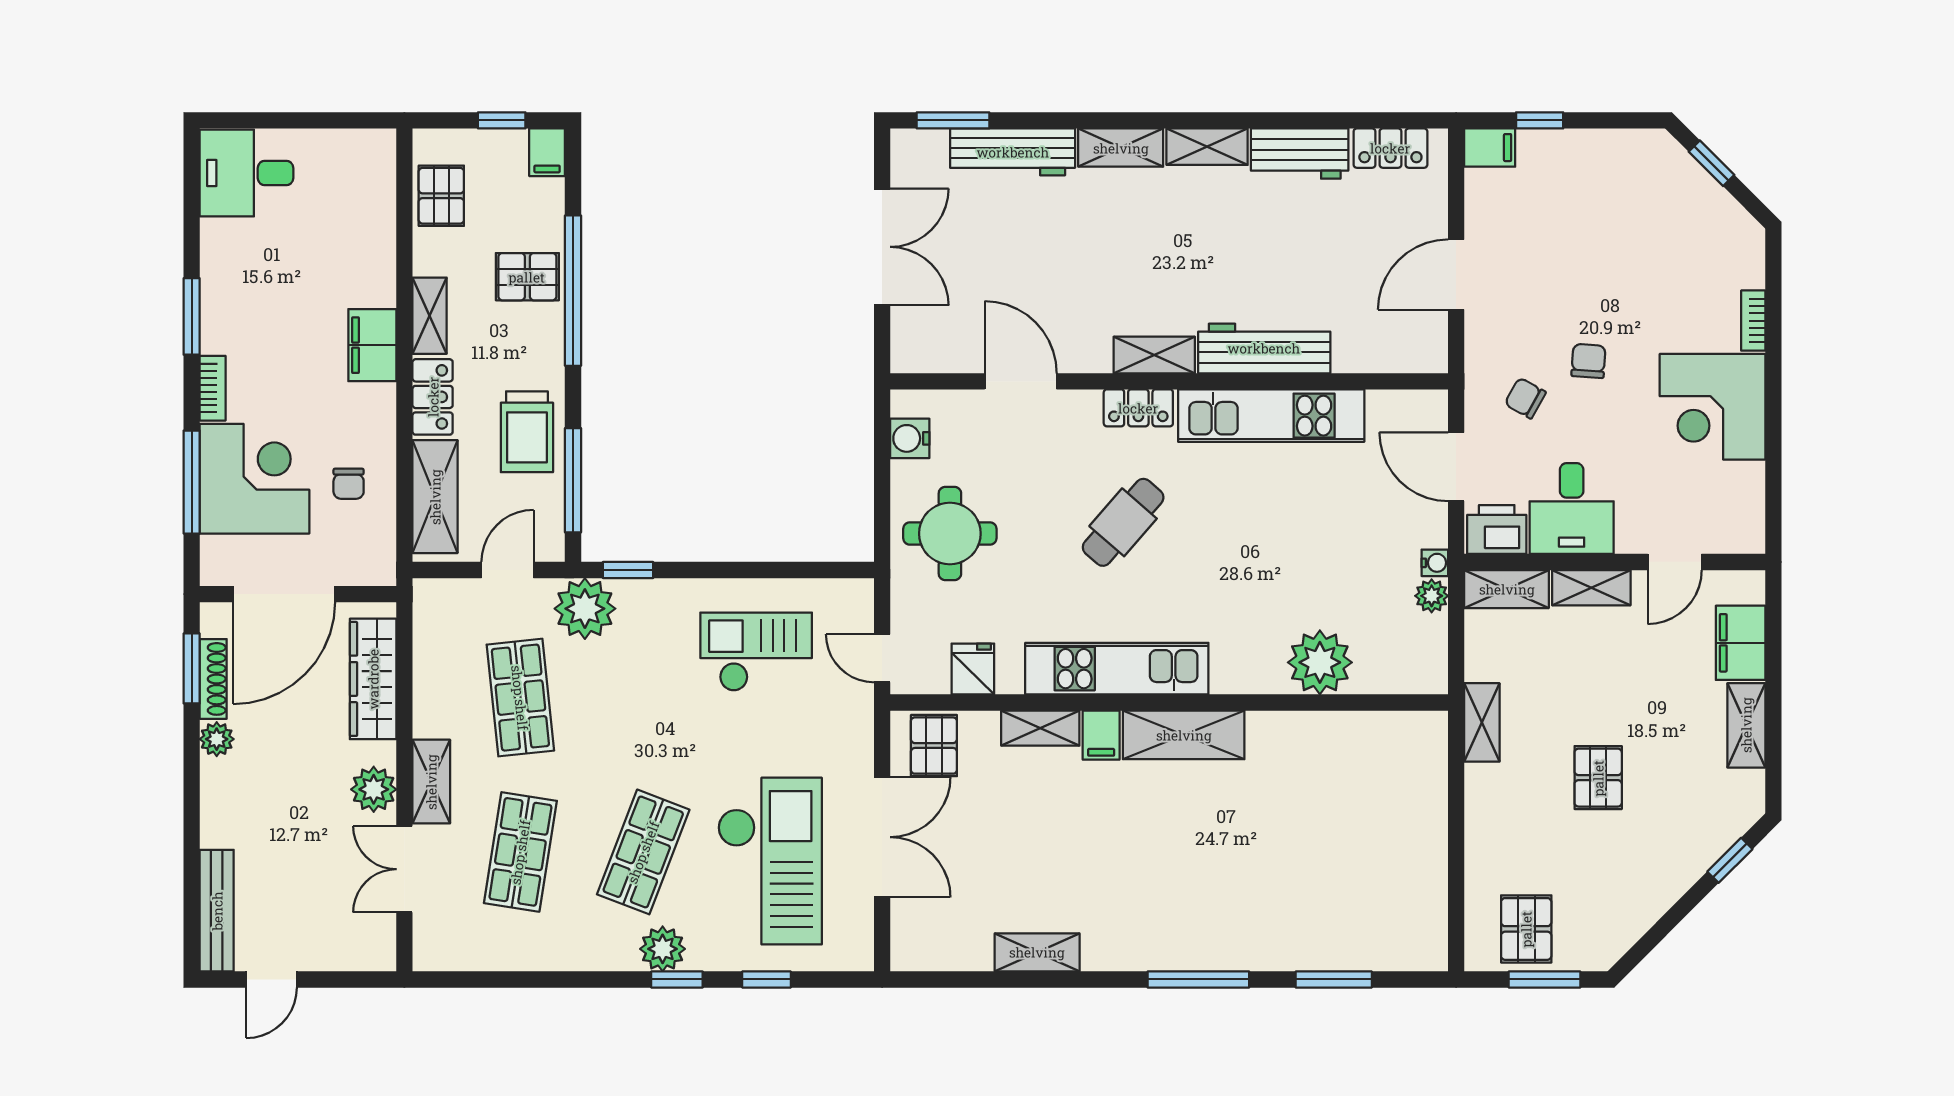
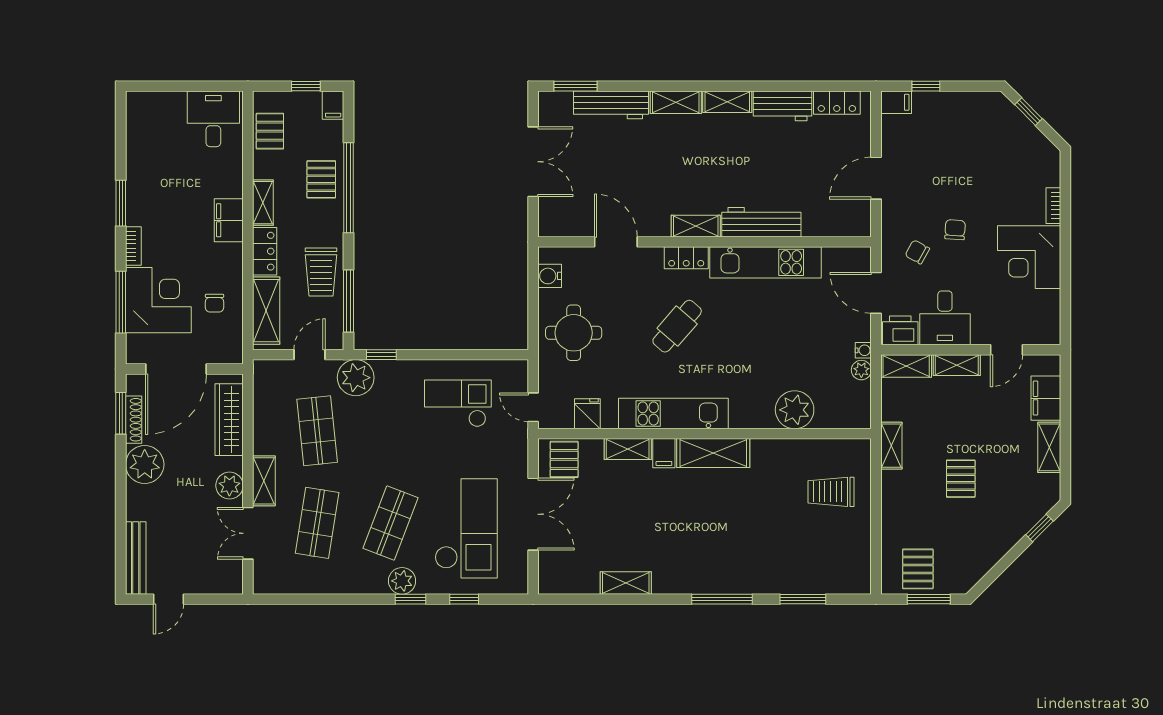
desk: (246, 173) -> (213, 119), moved, turned 90
pallet: (527, 277) -> (321, 179), turned 90
plant: (217, 739) -> (145, 464), width x1.88, depth x1.88
trolley: (1381, 800) -> (831, 492), added

